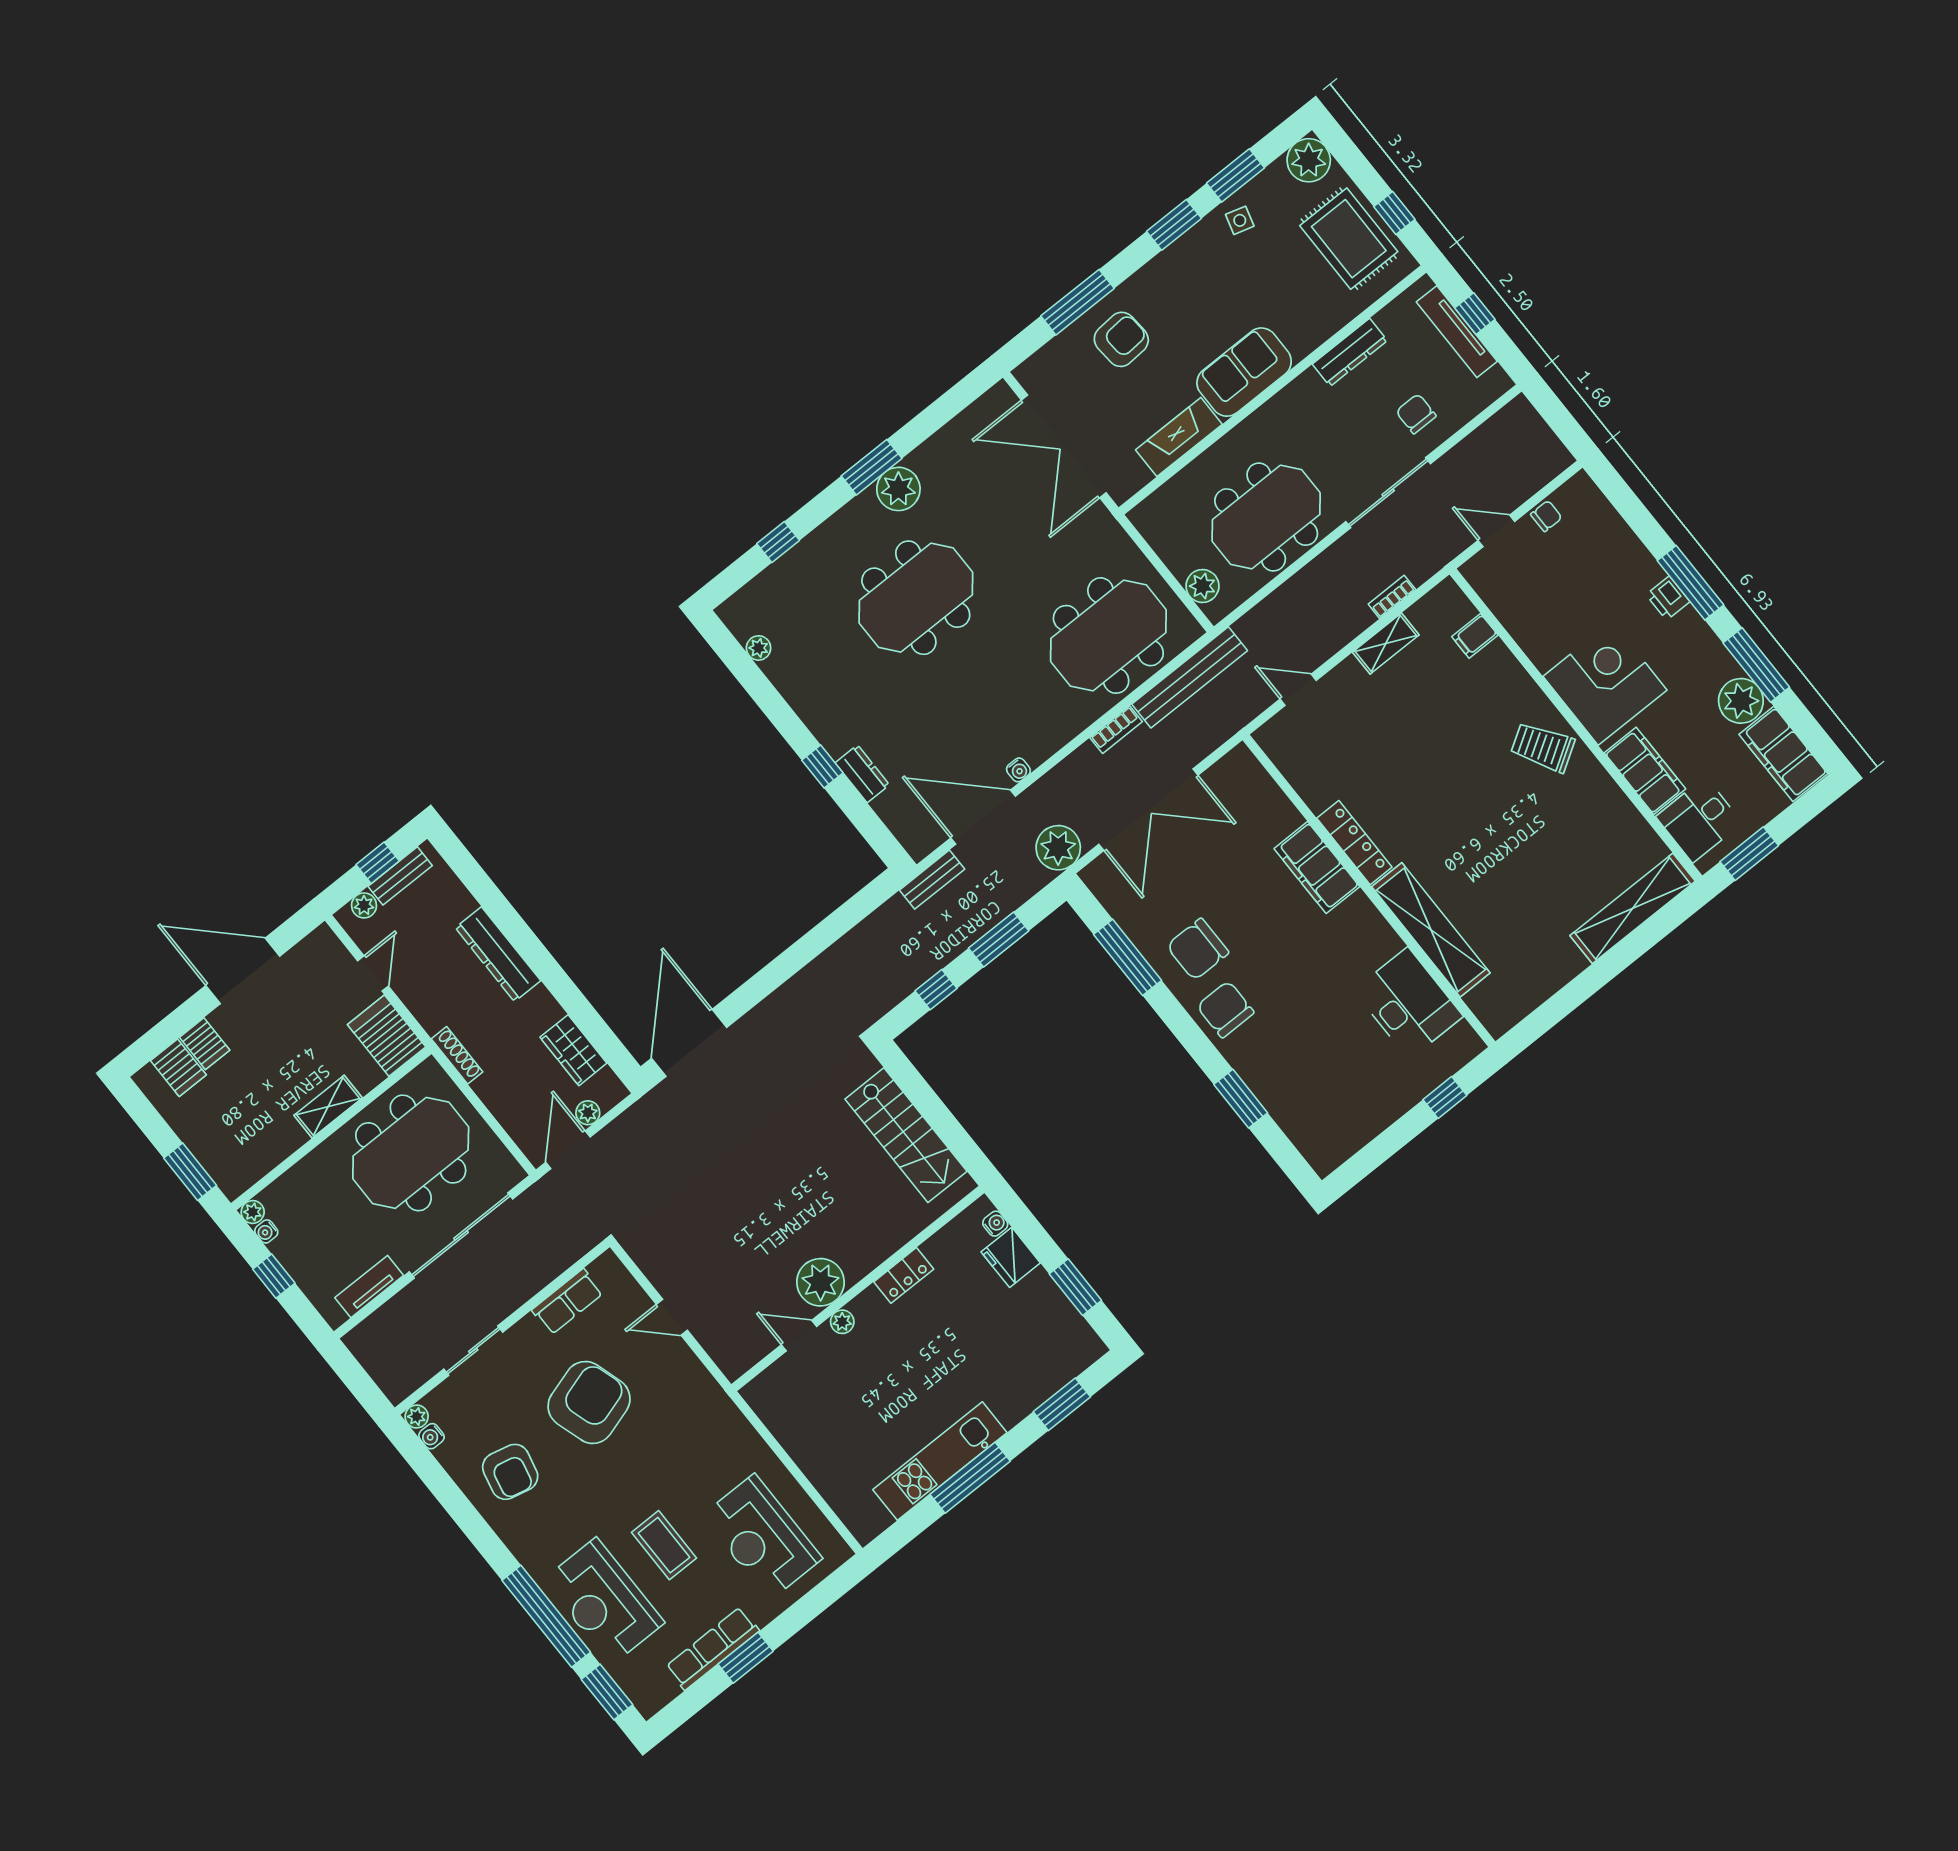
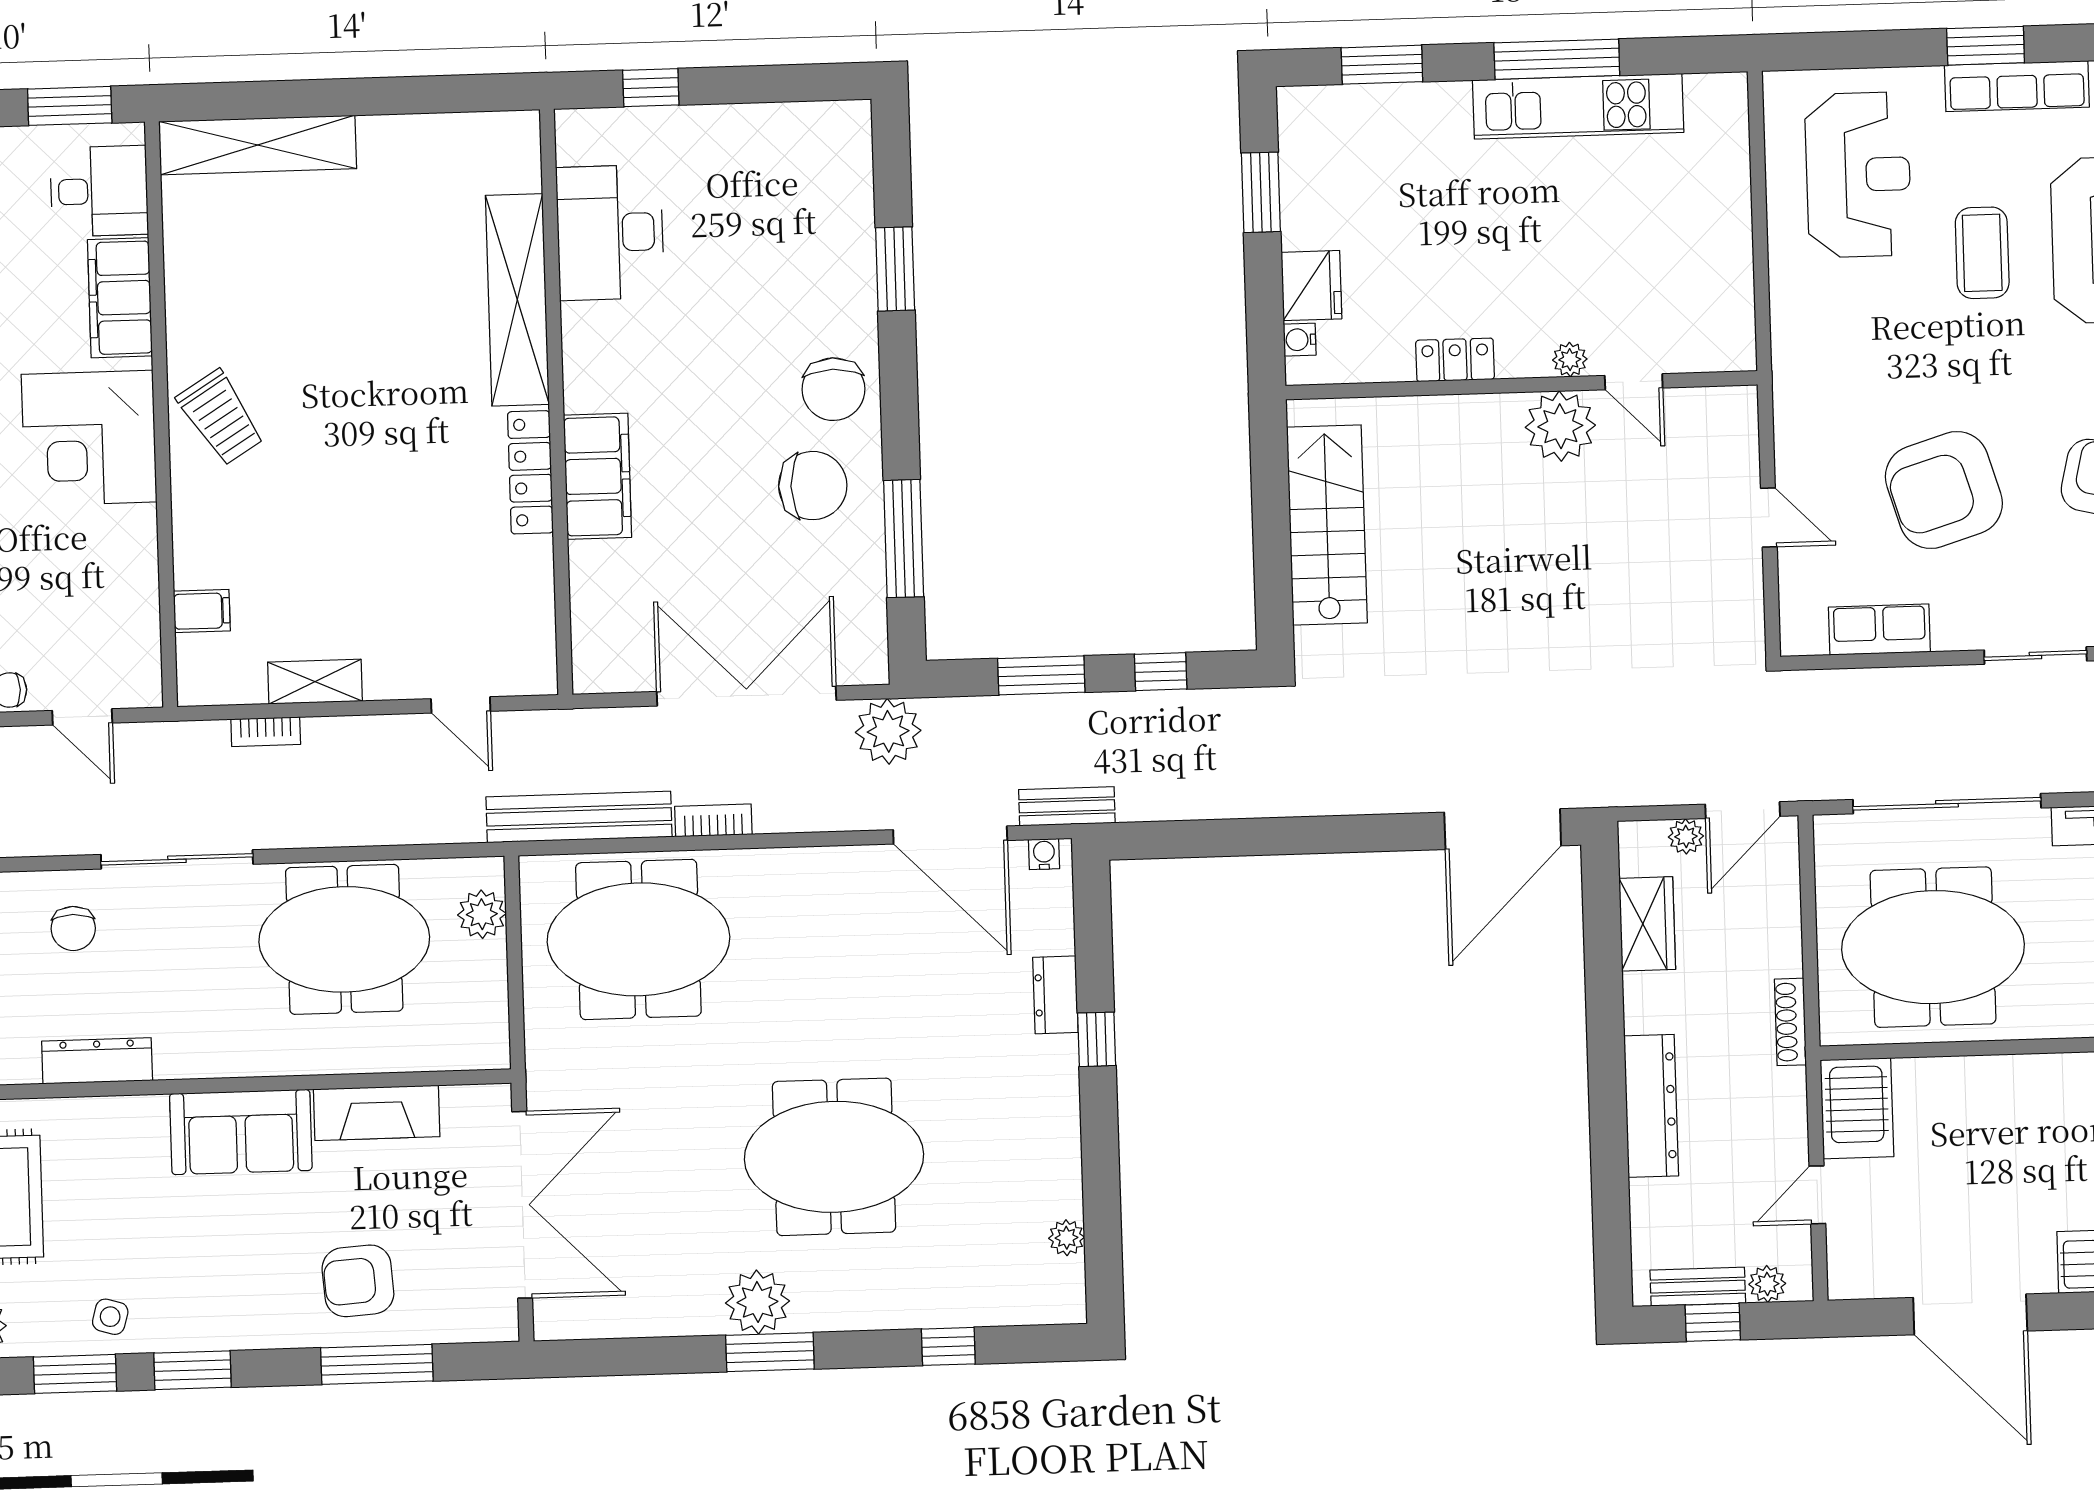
water cooler: (1018, 770) -> (1044, 854), moved
shelving: (328, 1107) -> (1990, 1076), removed

